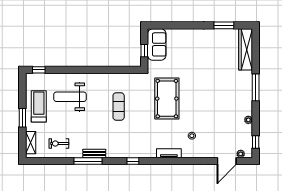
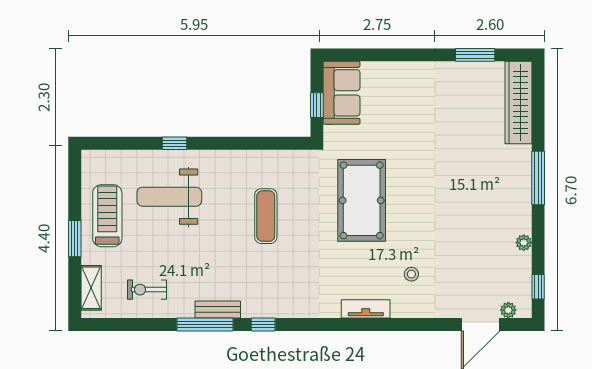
window: (39, 70) -> (175, 143), moved
window: (133, 161) -> (263, 324), moved

